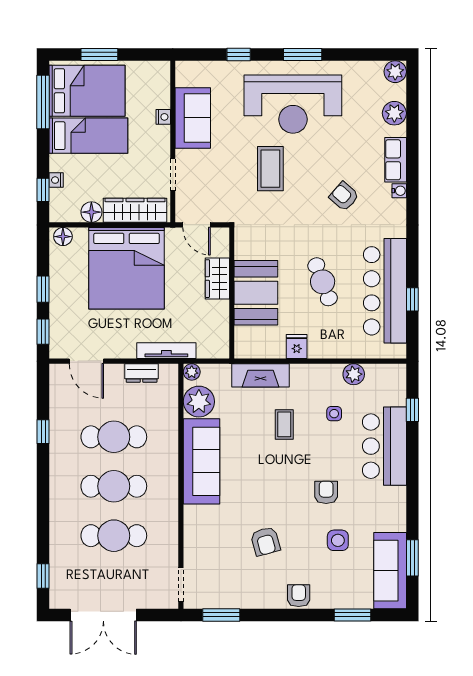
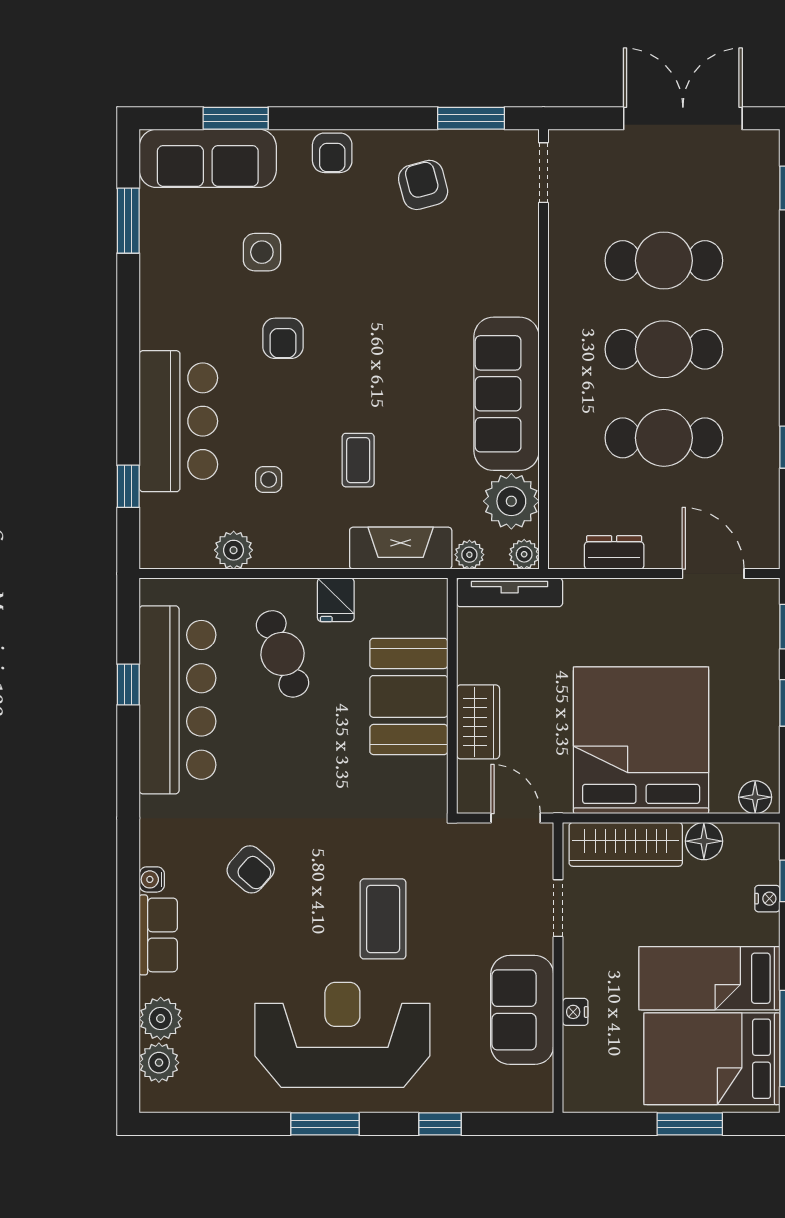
plant: (395, 72) -> (159, 1063), moved
cafe table: (323, 282) -> (282, 654), moved
tv unit: (166, 351) -> (510, 592), moved
plant: (222, 372) -> (469, 555), added
armchair: (265, 541) -> (423, 185), moved
sofa: (390, 571) -> (208, 158), moved, turned 90

